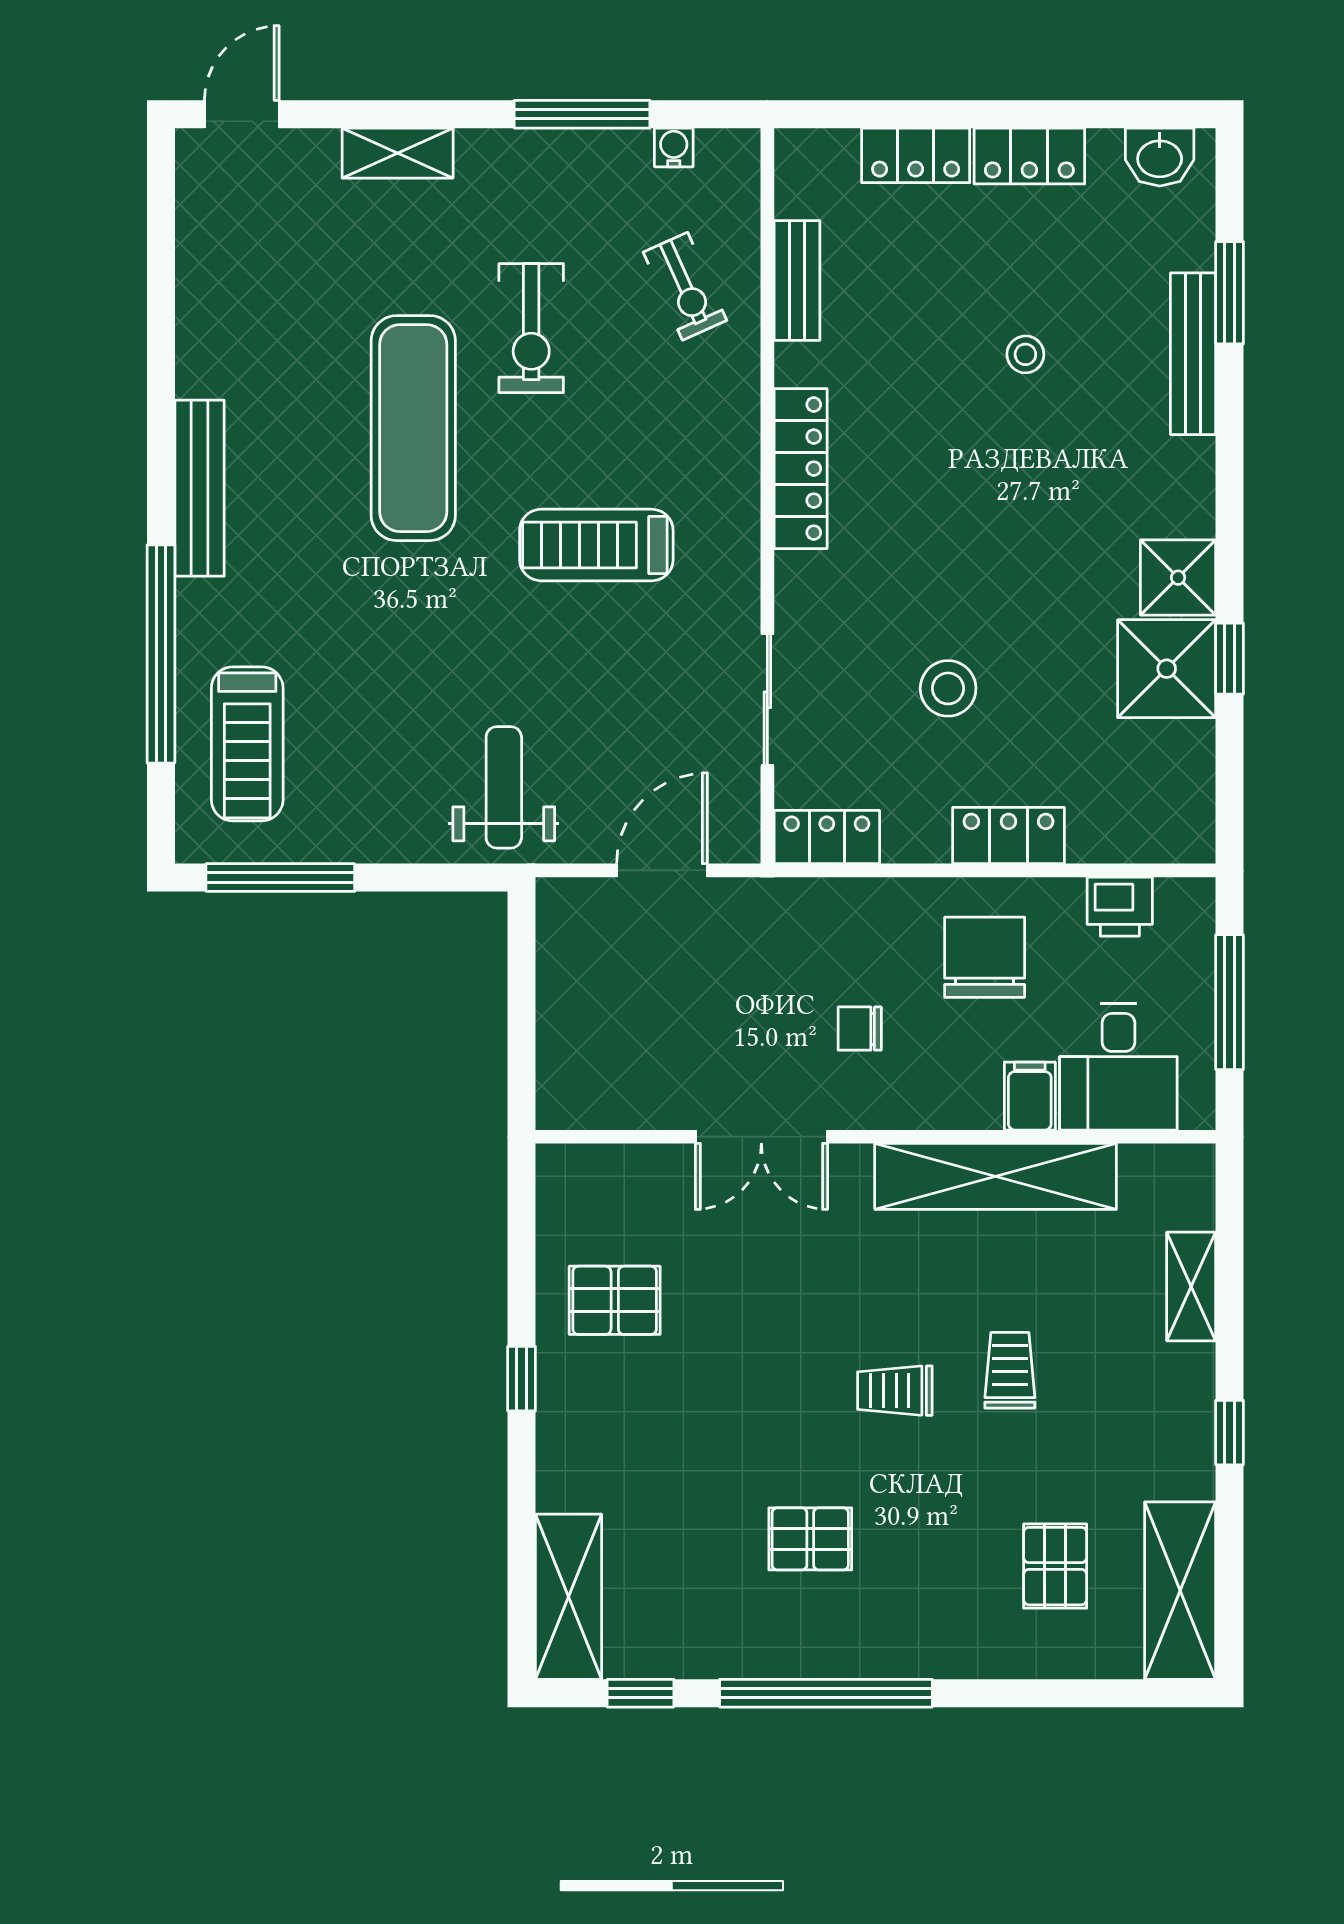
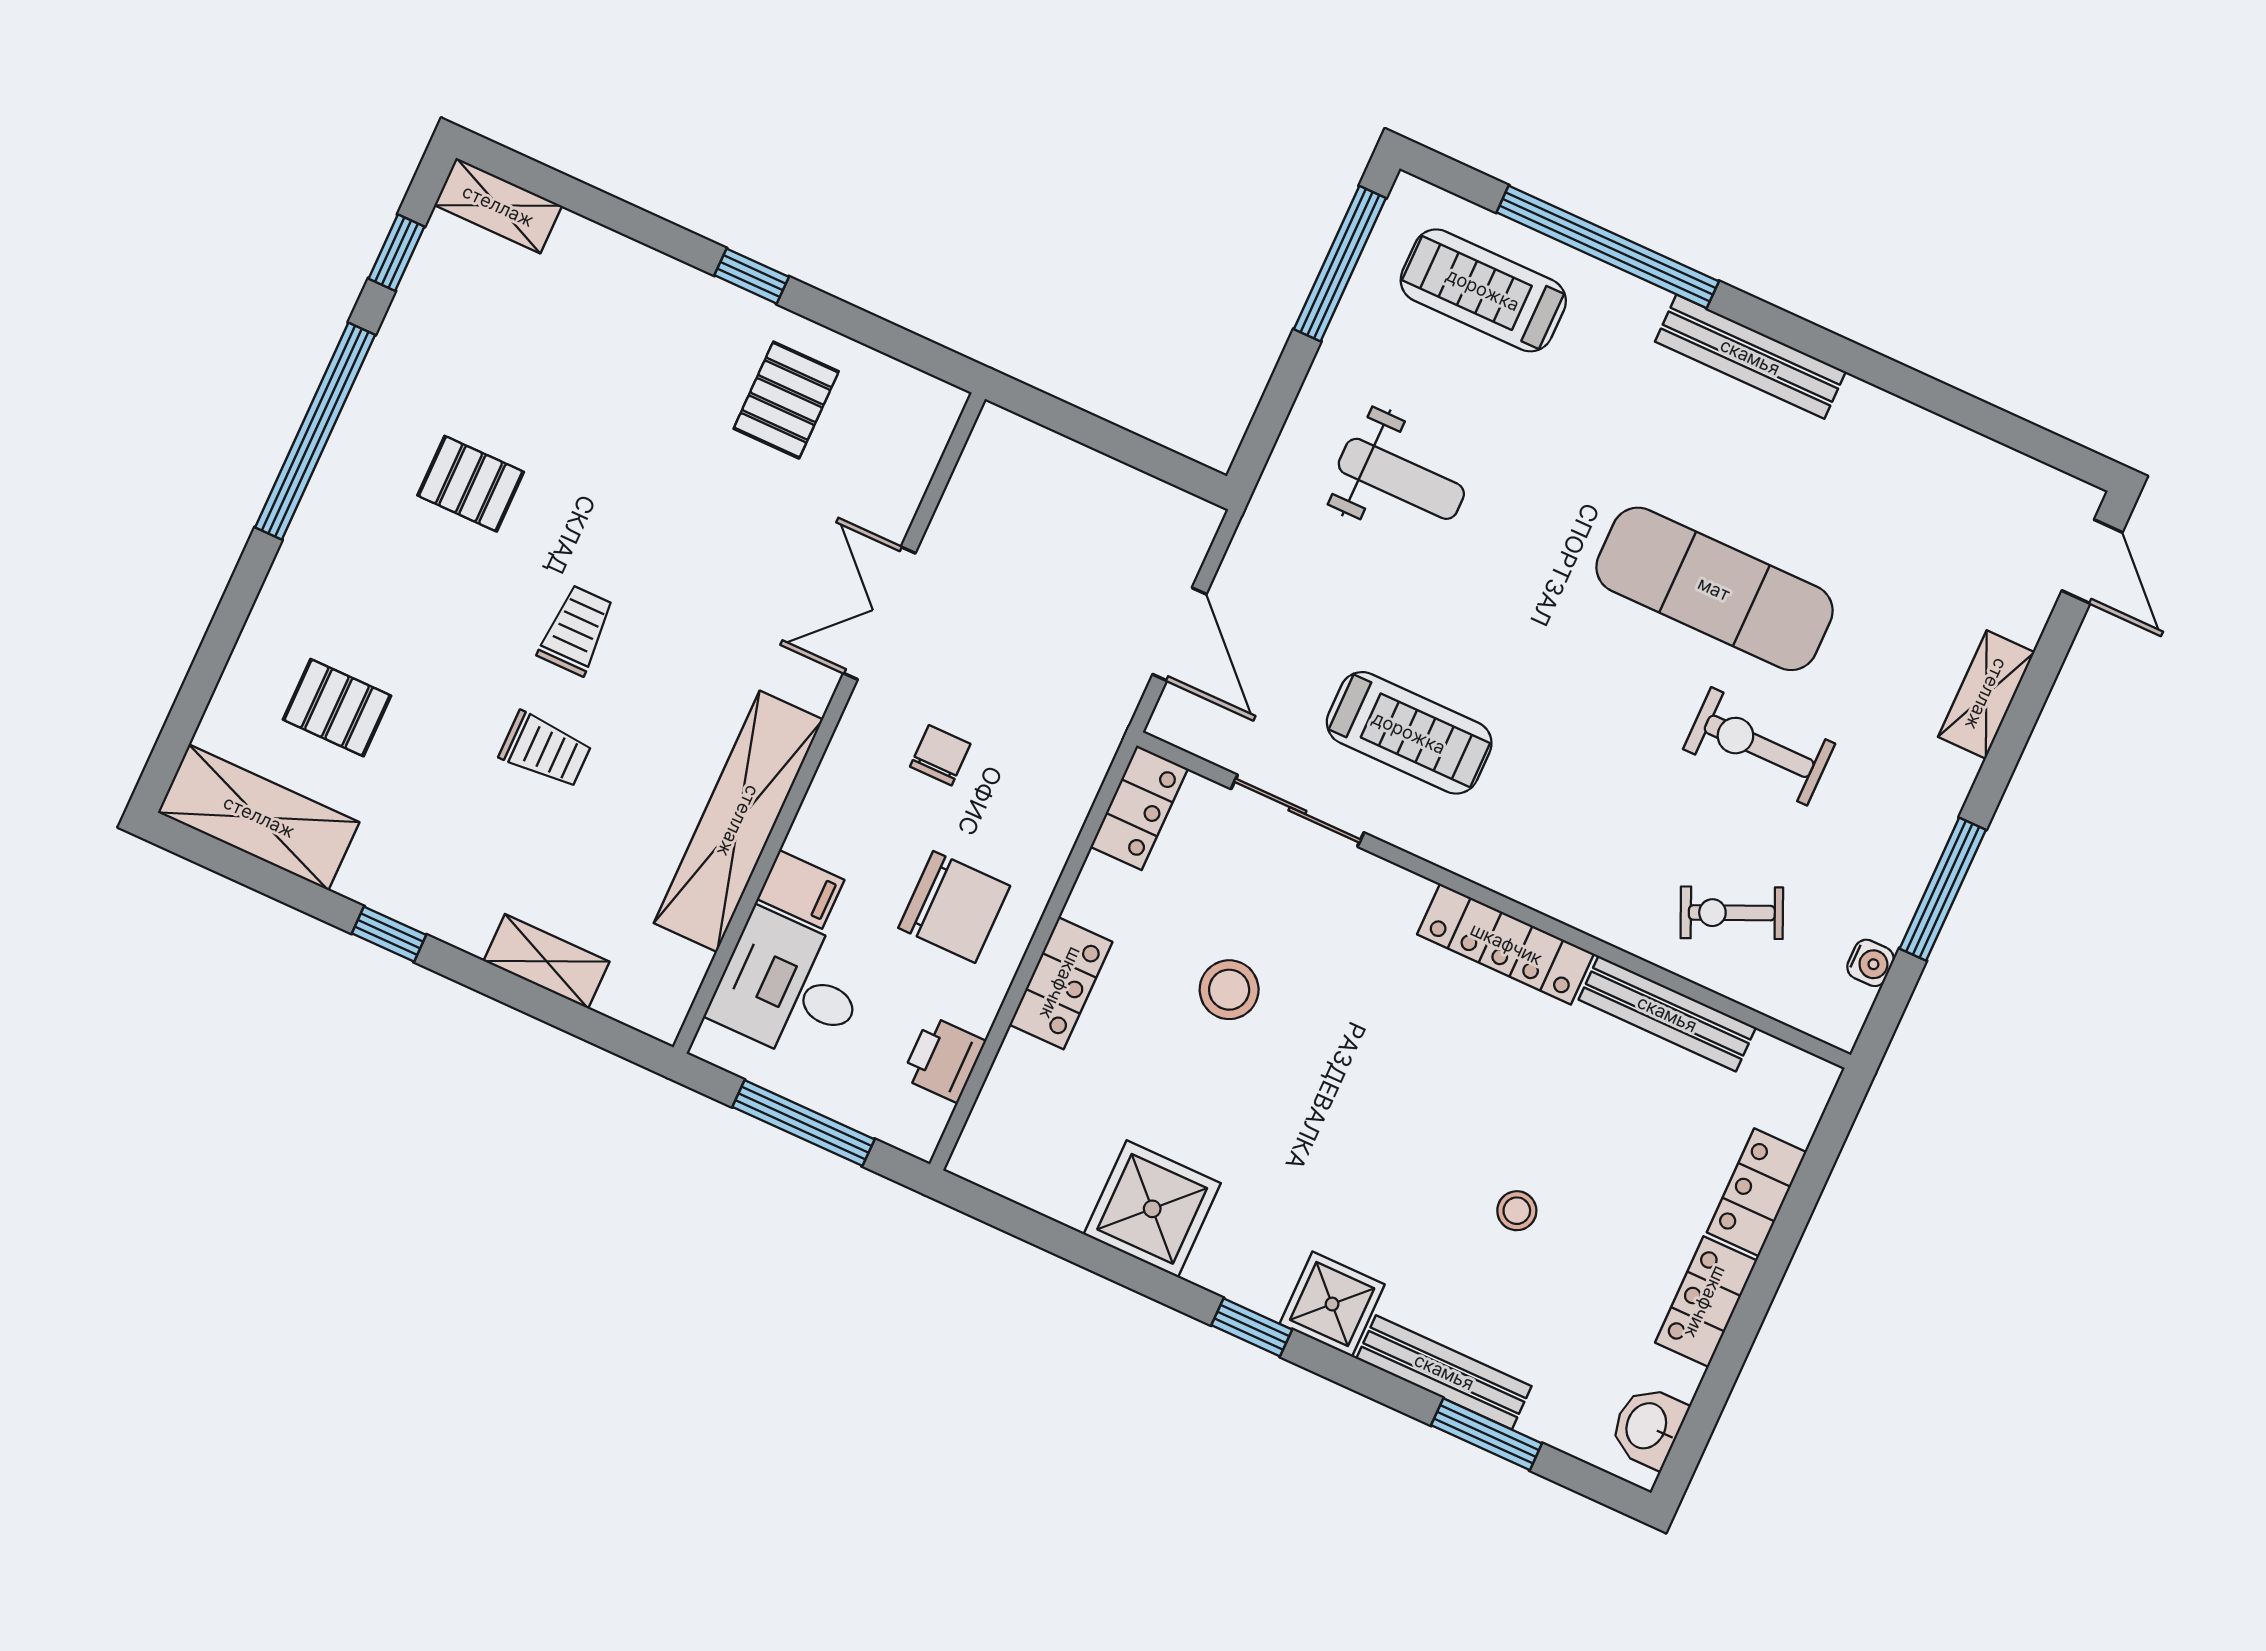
bench: (797, 280) -> (1667, 1014), width x1.36
treadmill: (596, 545) -> (1409, 733), moved, turned 90
shower: (1178, 578) -> (1332, 1304), moved
window: (1230, 659) -> (1252, 1327), moved
weight bench: (504, 787) -> (1401, 479), moved
pallet: (810, 1539) -> (471, 484), turned 90
shelving: (569, 1597) -> (498, 206), width x0.67, depth x0.75

